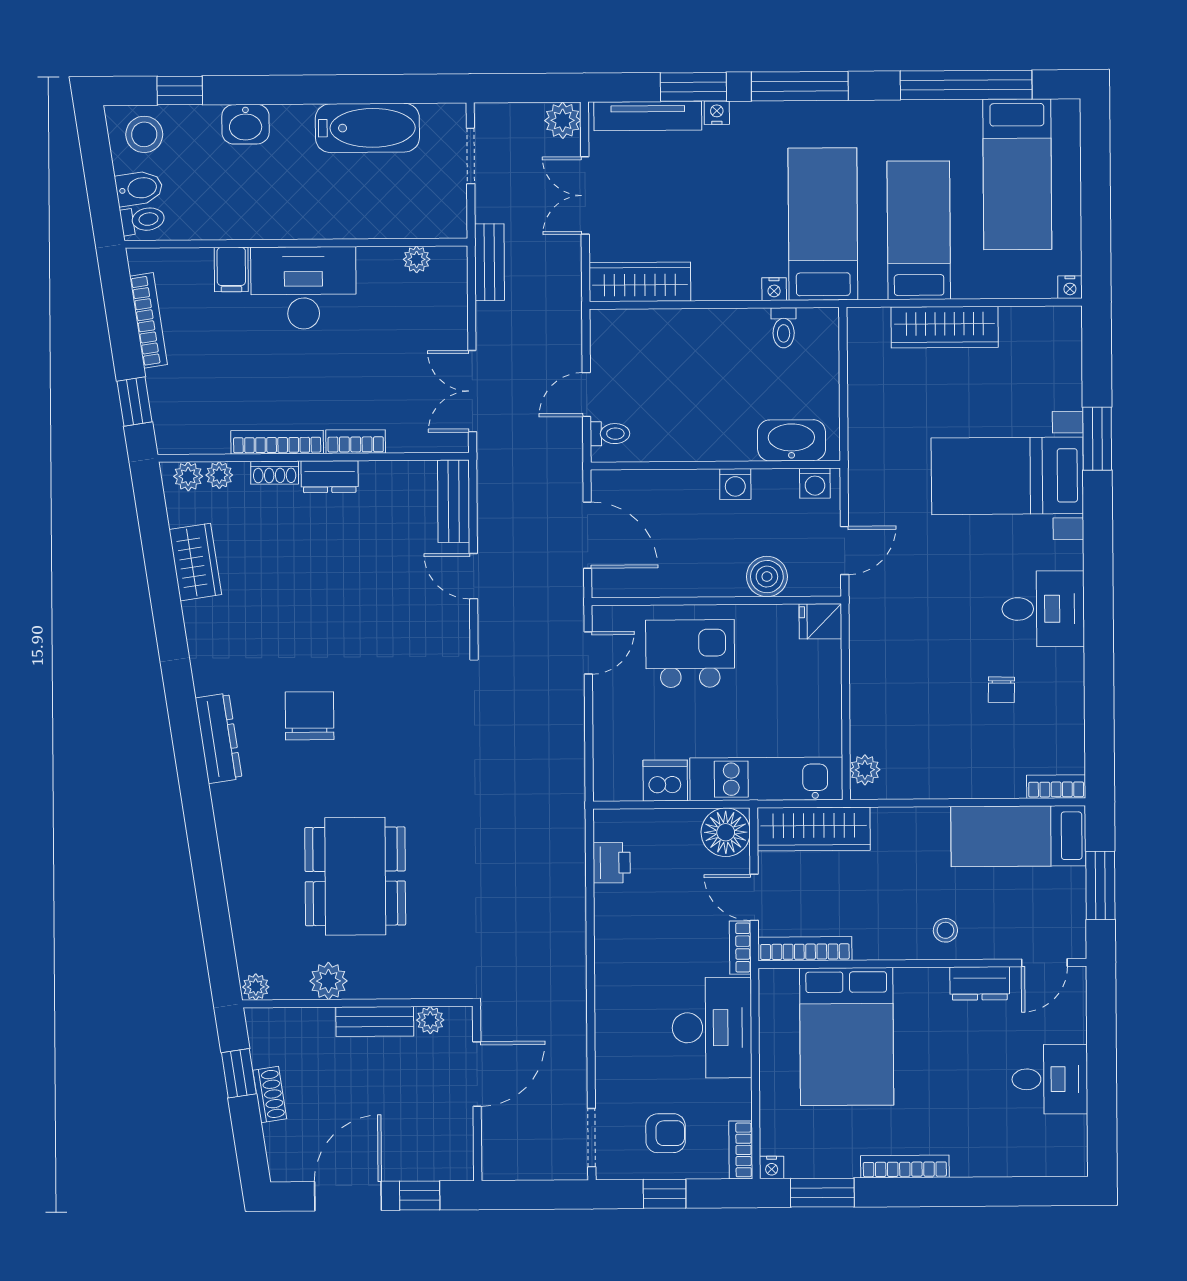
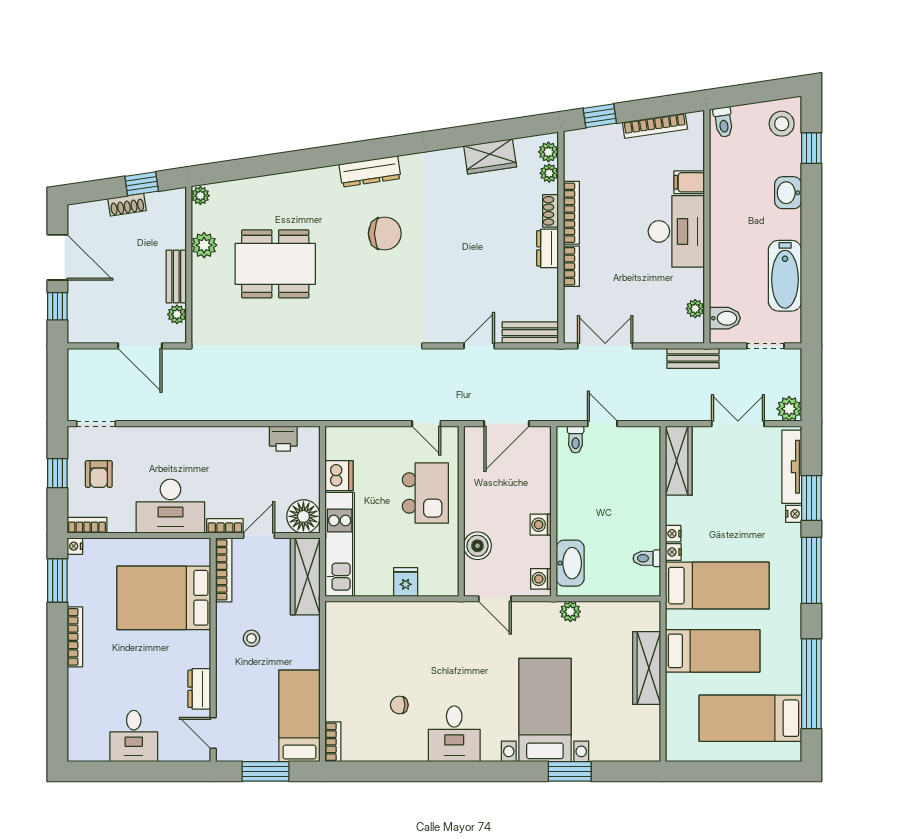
bidet: (139, 188) -> (725, 318), moved, turned -82
nightstand: (1070, 287) -> (673, 534), moved
fridge: (820, 621) -> (406, 582), moved
plant: (865, 770) -> (570, 612), moved
stool: (945, 930) -> (251, 638), moved

